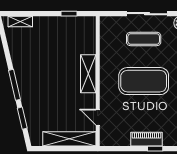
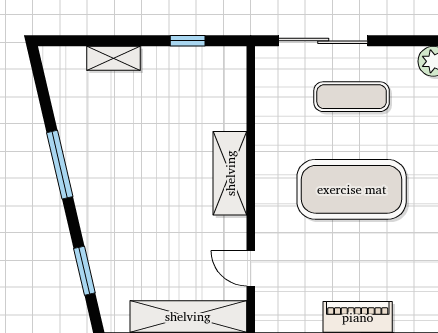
sliding door: (147, 14) -> (323, 41), moved
shelving: (20, 22) -> (113, 58), moved
window: (14, 85) -> (60, 165), moved

